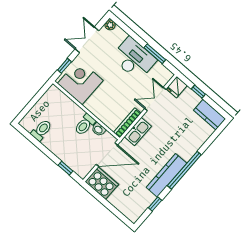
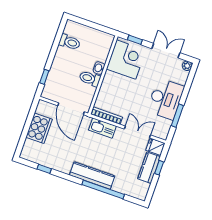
kitchen counter: (210, 115) -> (149, 168), moved
washbasin: (99, 129) -> (99, 68), moved
window: (184, 170) -> (103, 189), moved
kitchen counter: (167, 175) -> (92, 175), moved
cooker: (102, 183) -> (39, 128), moved

